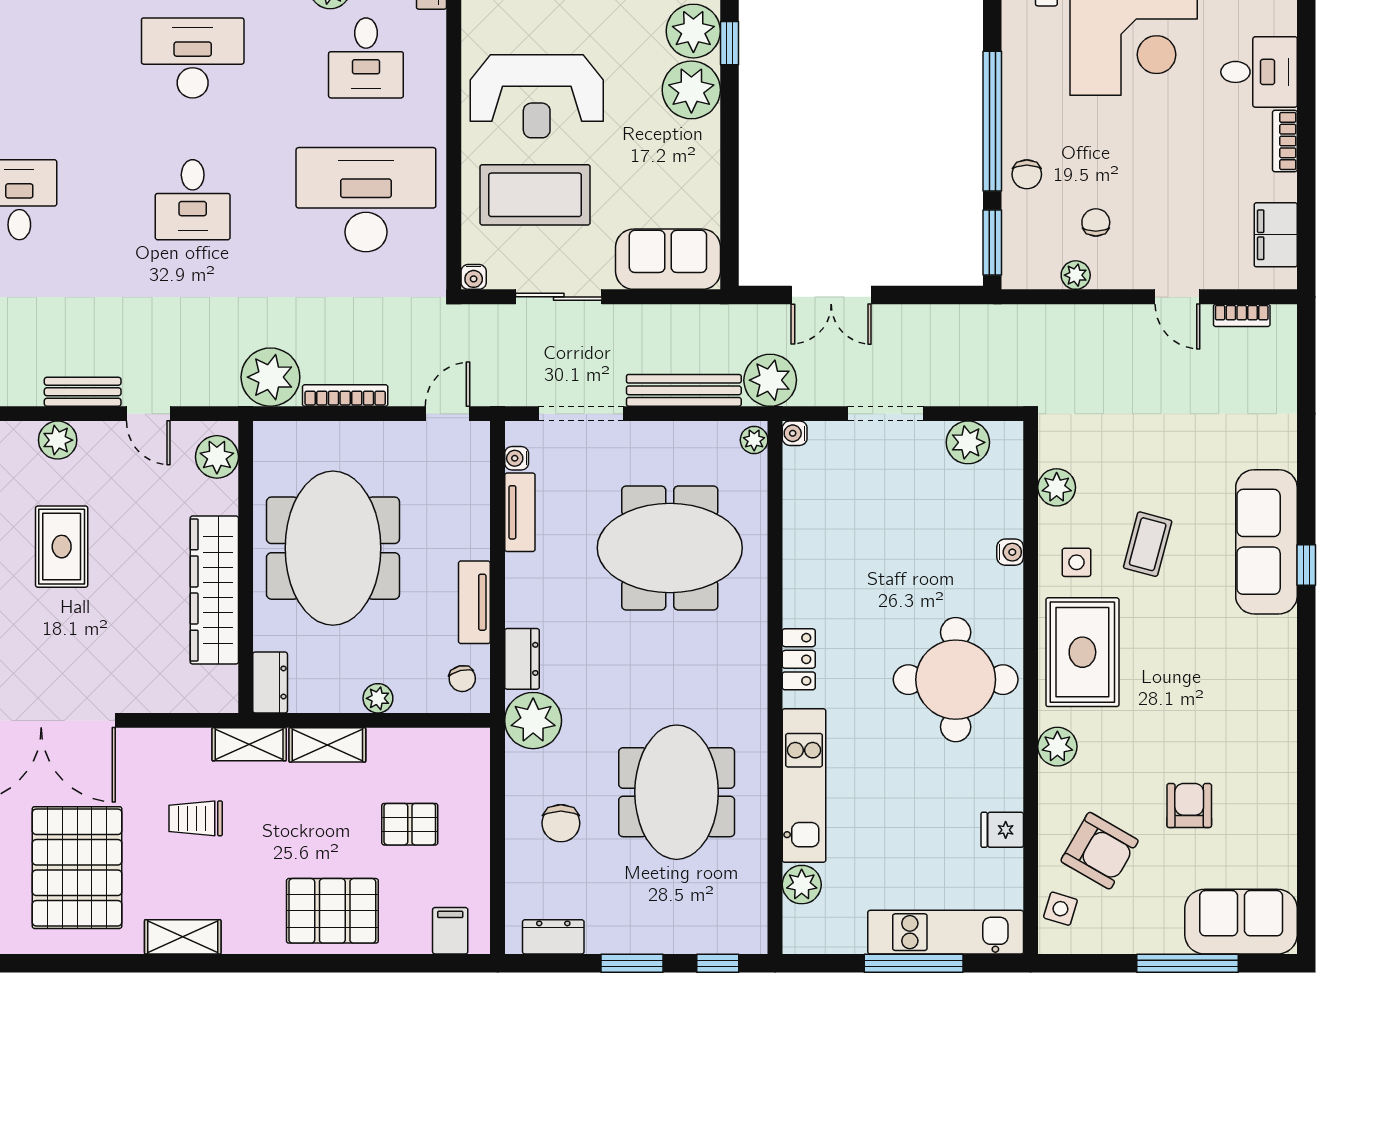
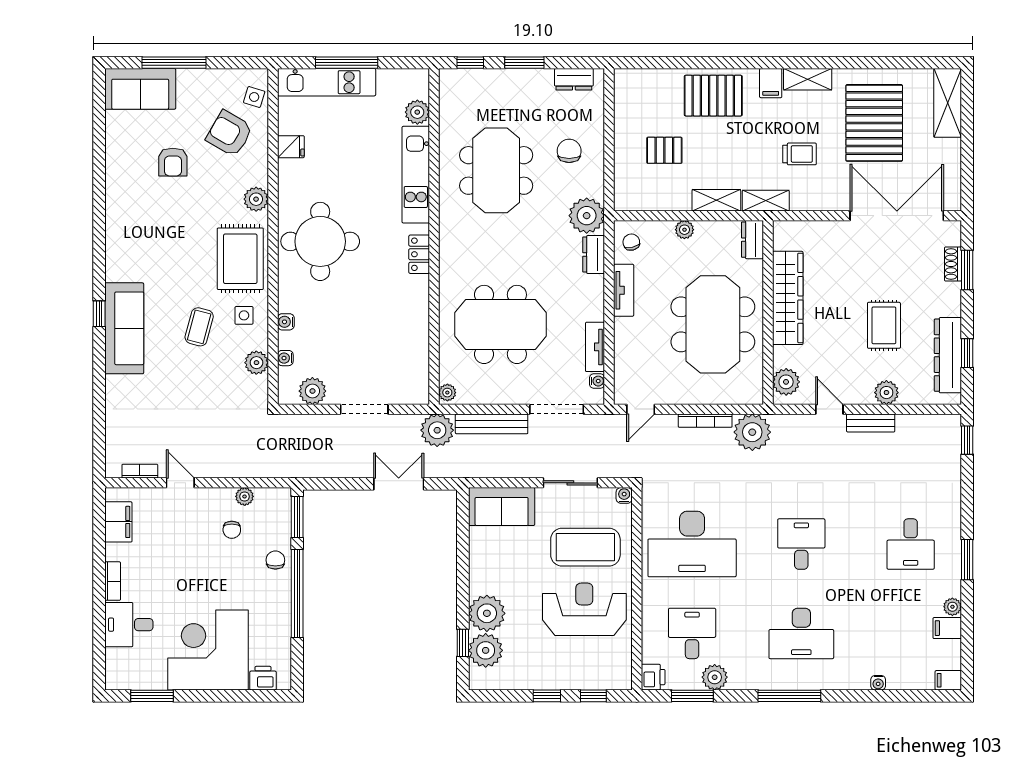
water cooler: (795, 433) -> (285, 358), moved, turned 180
filing cabinet: (450, 931) -> (771, 83), moved

